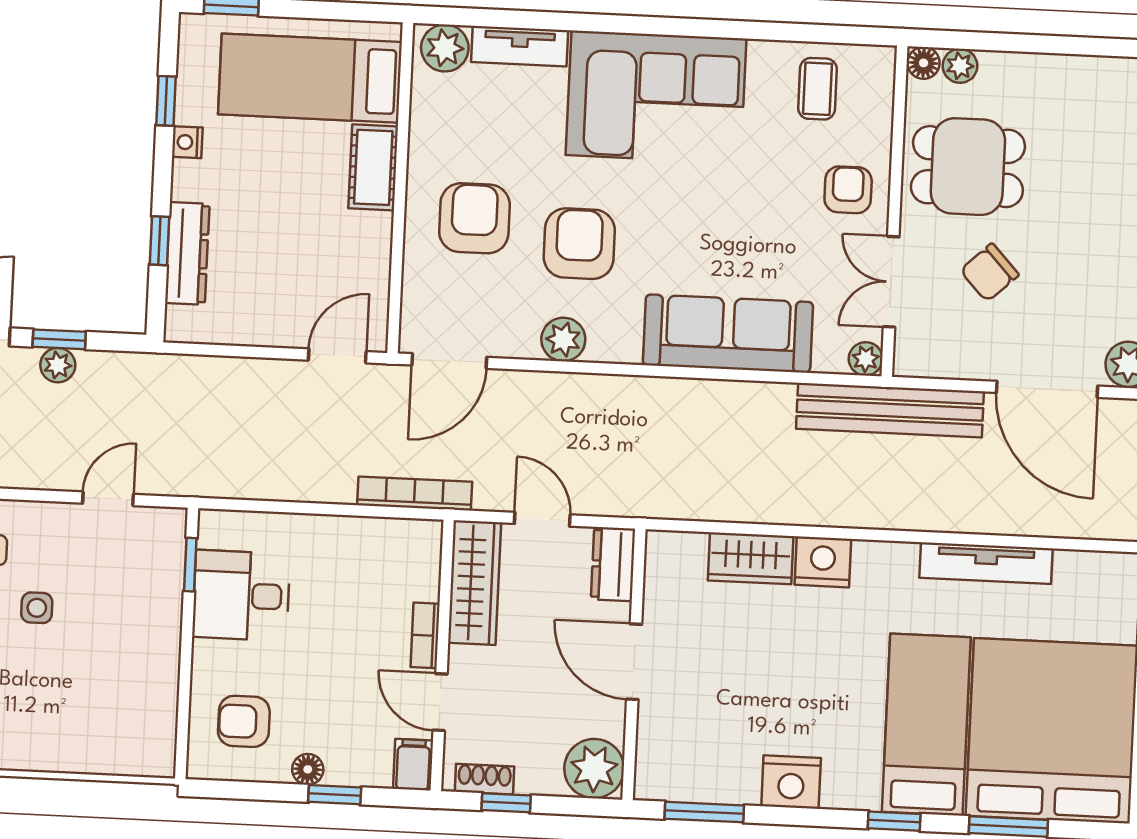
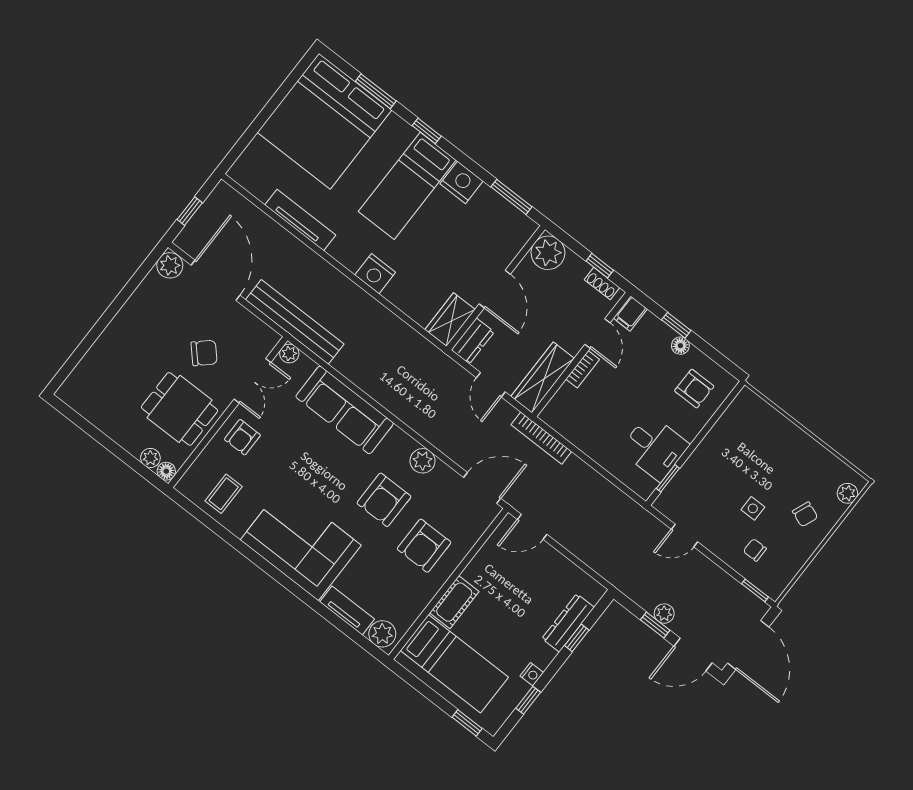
wardrobe: (751, 558) -> (450, 320), moved, turned -90
bed: (926, 725) -> (407, 186), moved

